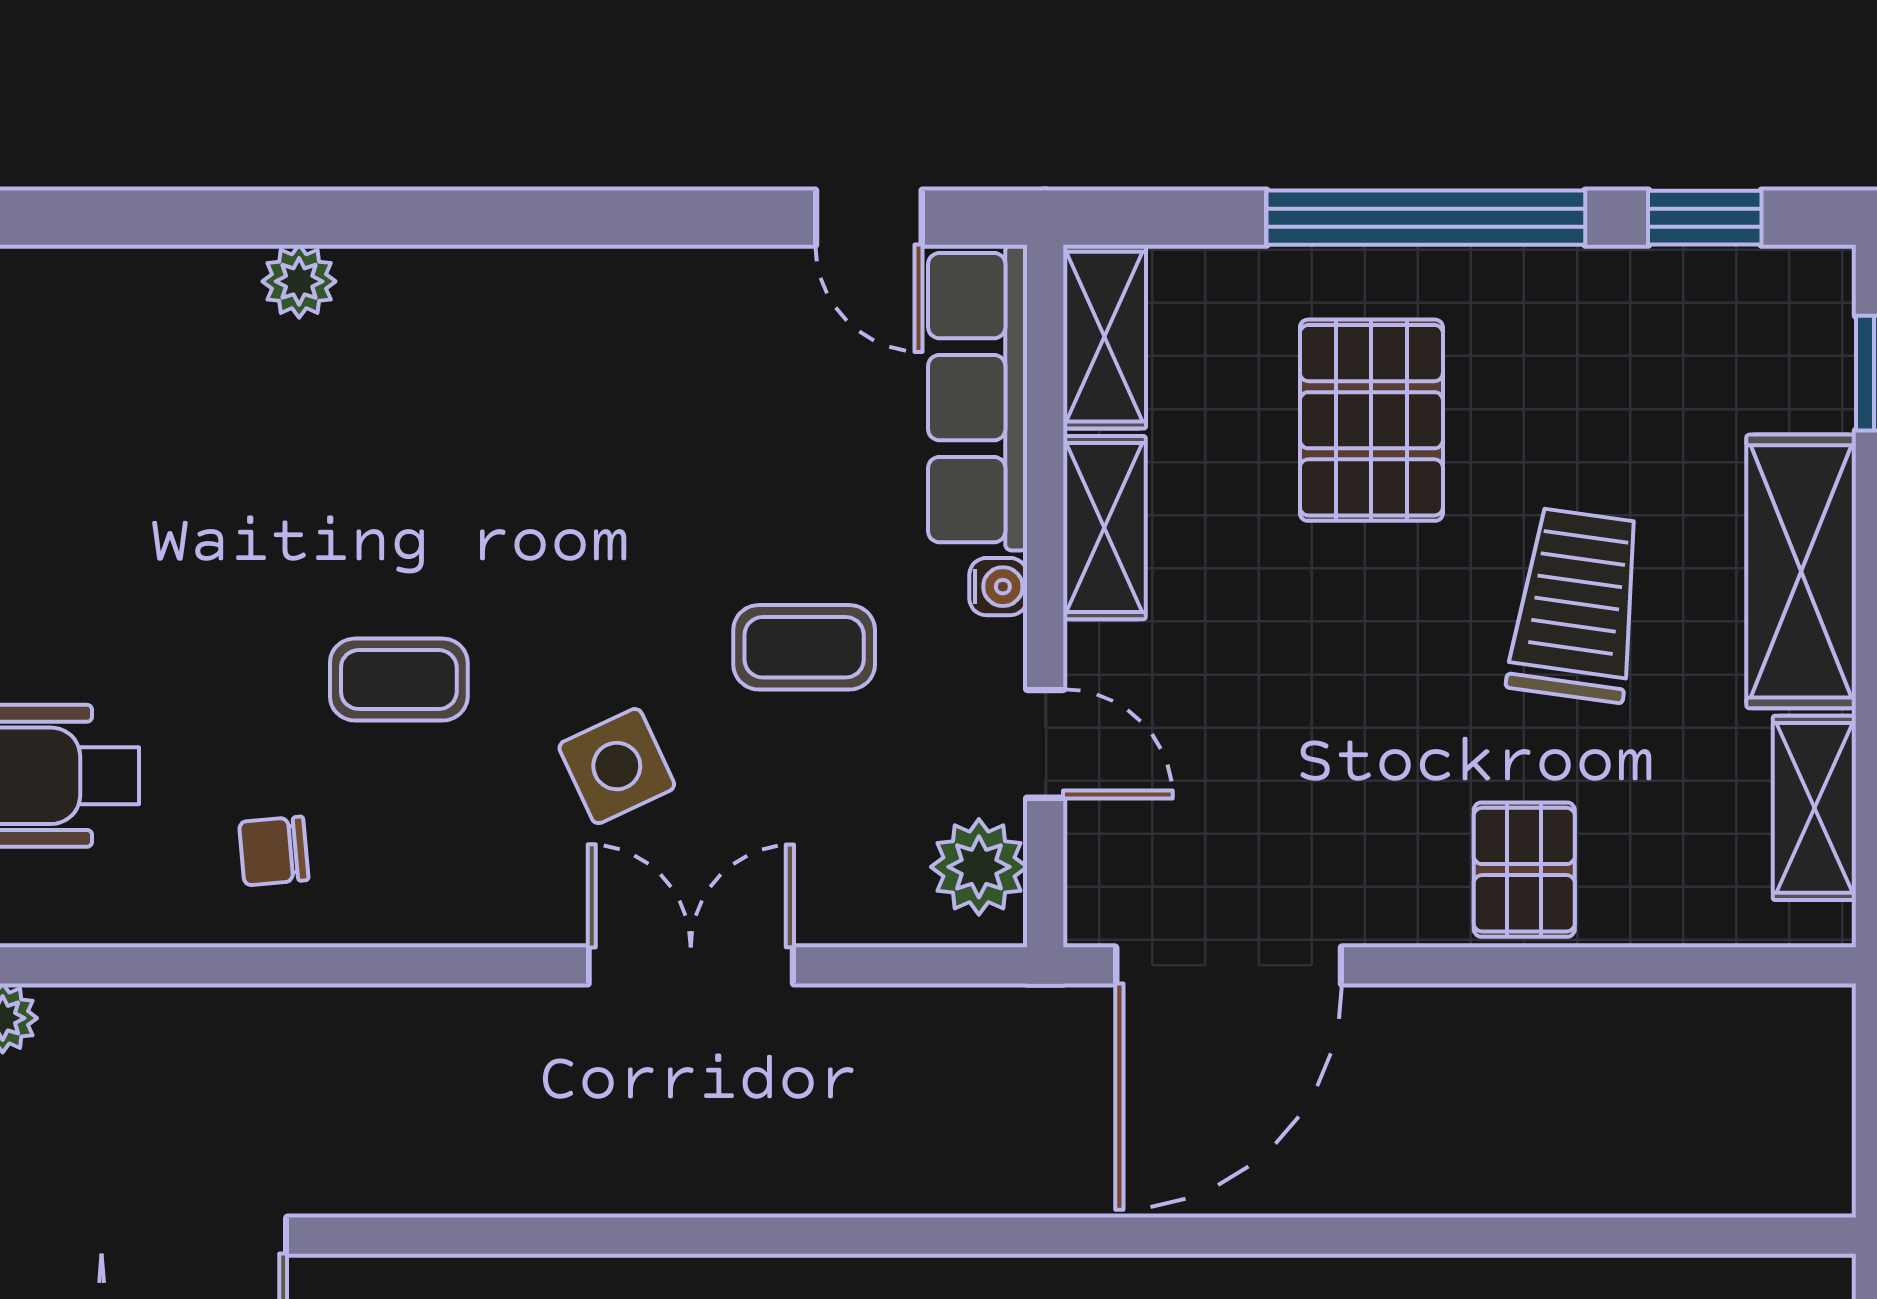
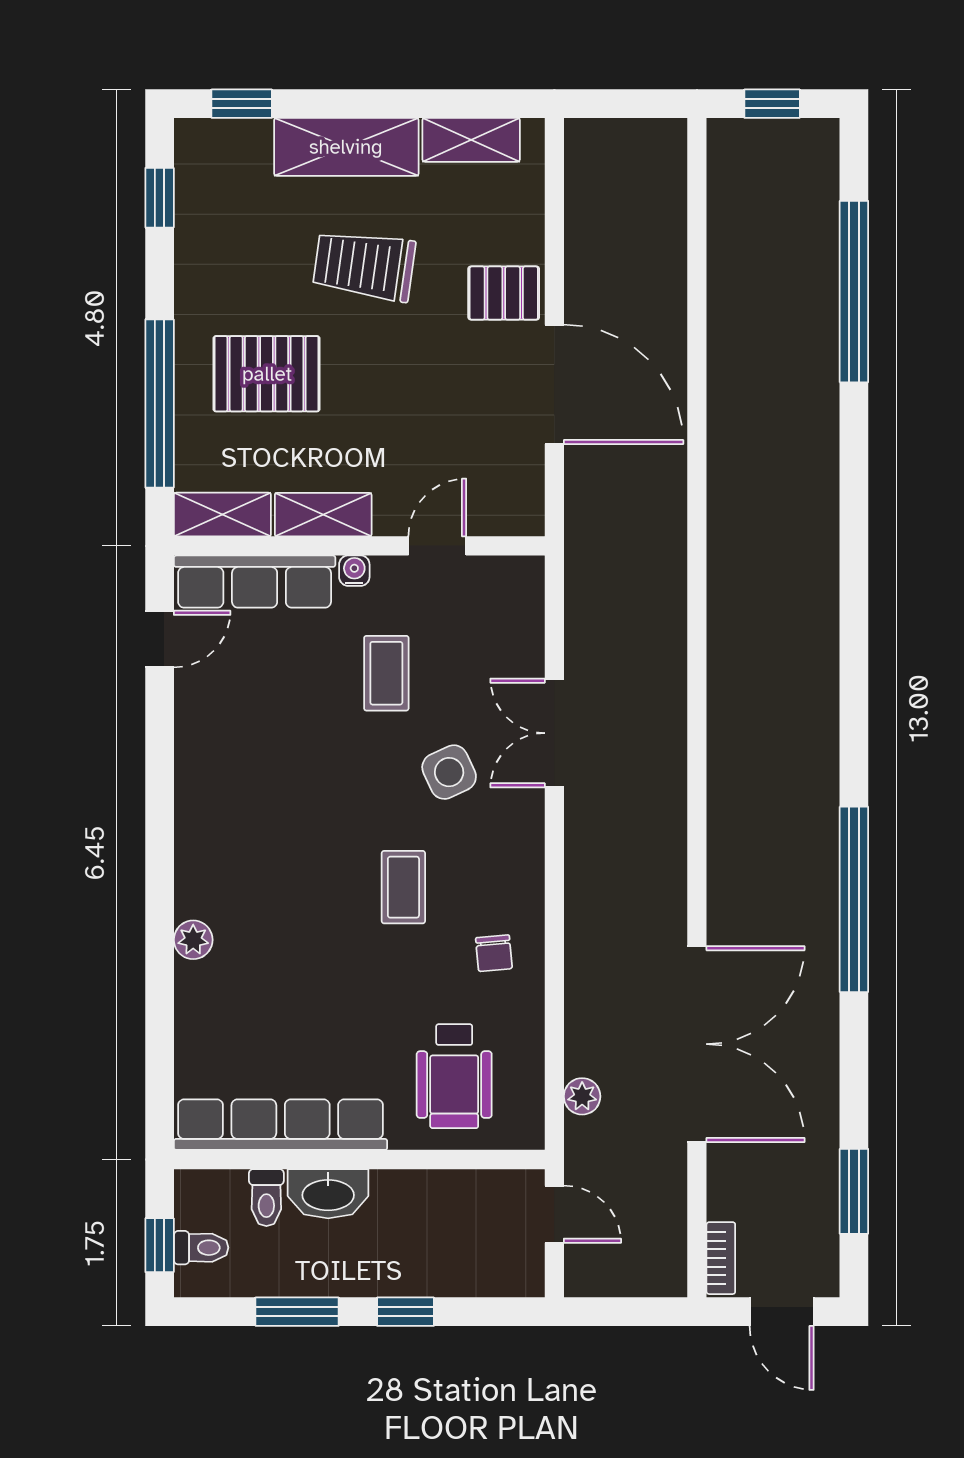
window: (1426, 218) -> (160, 403), moved
plant: (979, 867) -> (502, 581), removed
door: (1229, 965) -> (554, 384), moved

